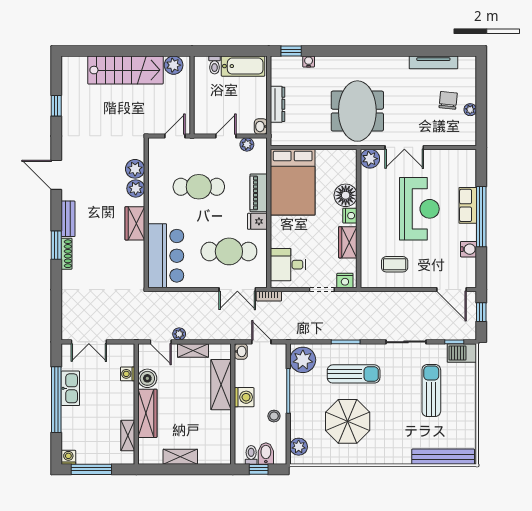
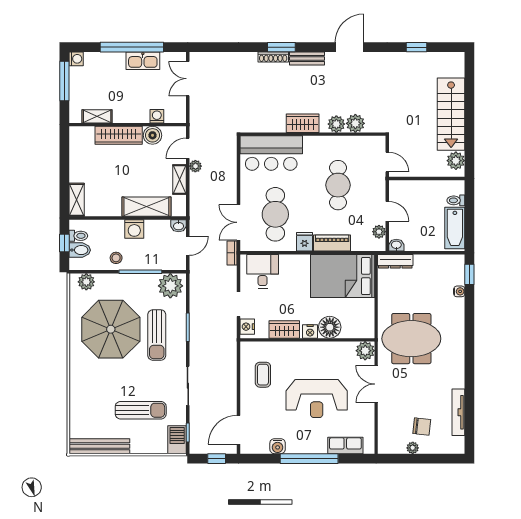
dresser: (277, 104) -> (395, 261), moved
row of seats: (468, 205) -> (345, 445), moved
parasol: (348, 421) -> (111, 329), width x1.36, depth x1.36
shelving: (180, 457) -> (77, 200), moved
bench: (443, 457) -> (99, 446), moved, turned 90

